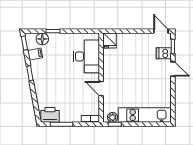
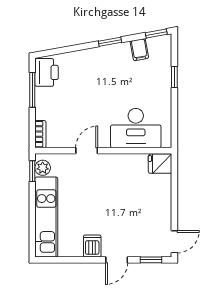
floor lamp: (42, 39) -> (162, 61), removed
dishwasher: (164, 53) -> (92, 246), moved

